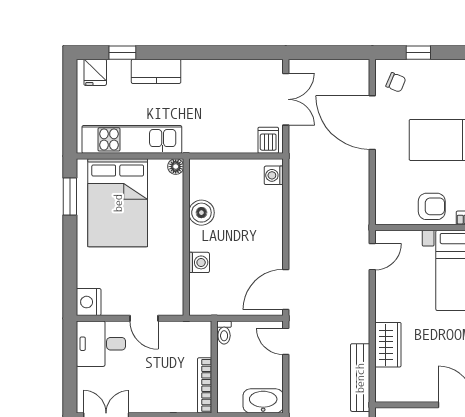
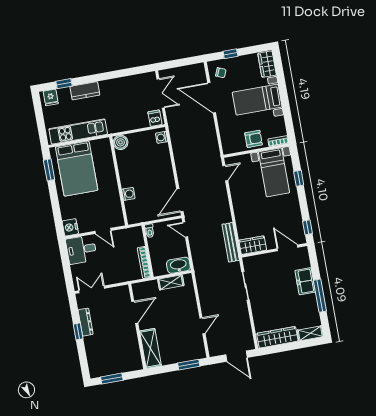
floor lamp: (176, 167) -> (106, 142), removed
boiler: (201, 213) -> (121, 142), moved
wardrobe: (388, 345) -> (253, 245), moved, turned -90

